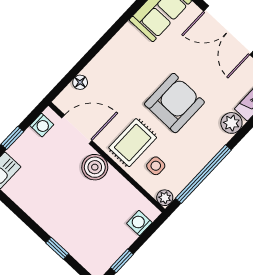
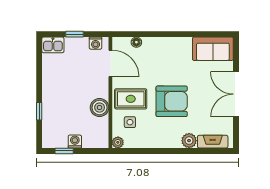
boiler: (95, 167) -> (100, 108), moved
window: (203, 174) -> (149, 151), removed
washing machine: (139, 223) -> (75, 142), moved

